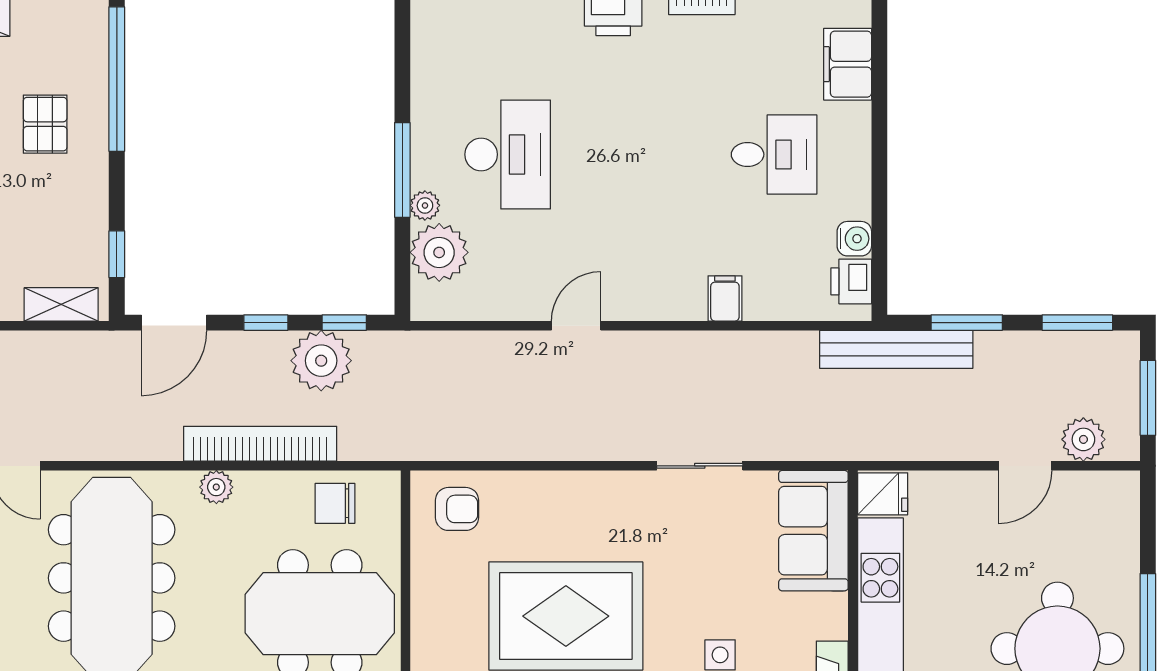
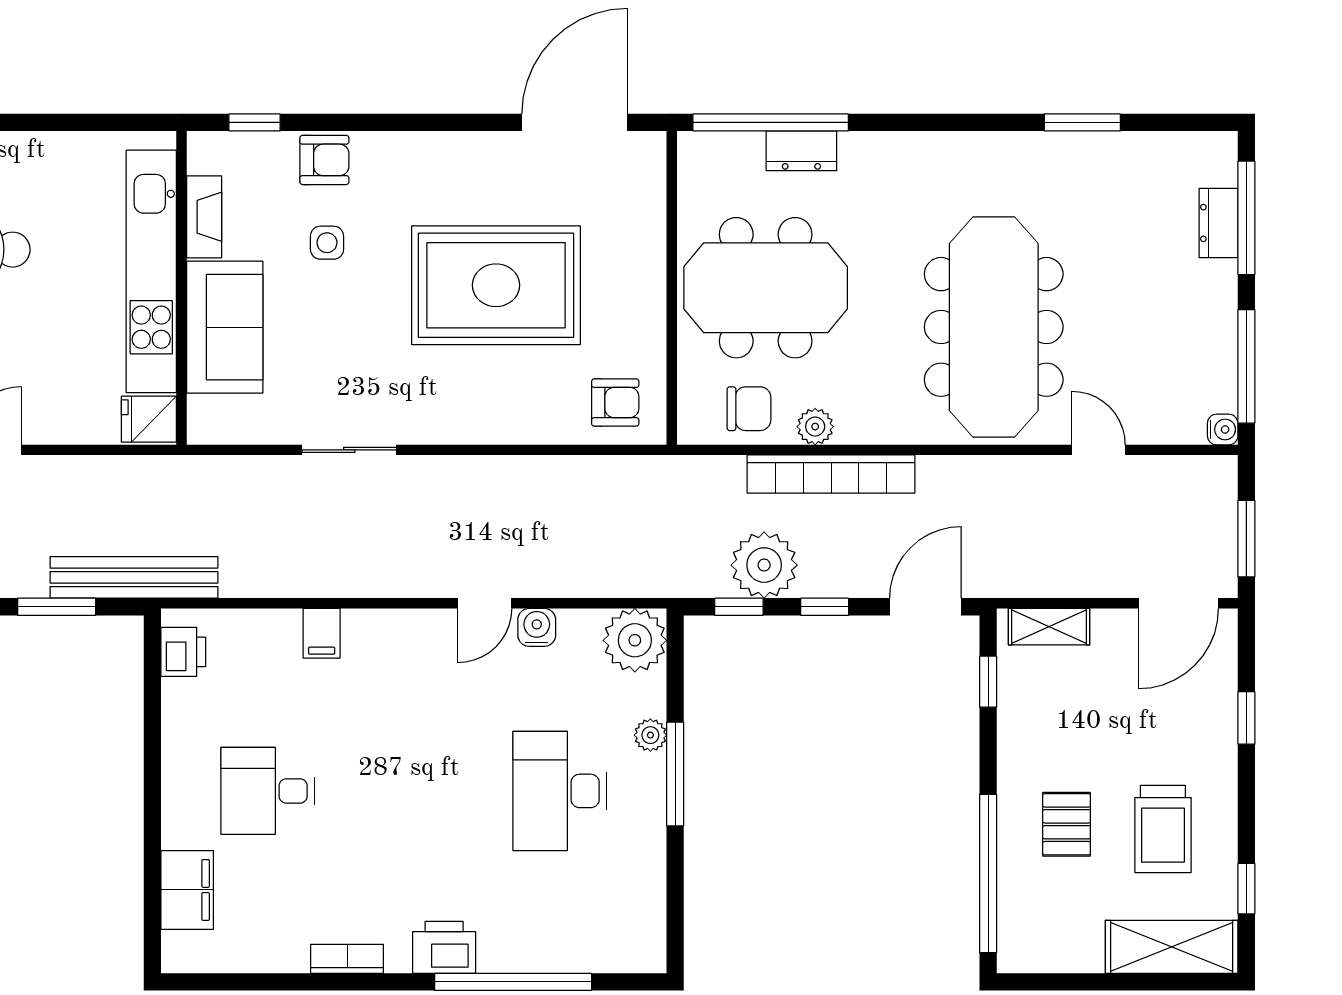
water cooler: (854, 239) -> (537, 627), moved, turned 90
plant: (439, 252) -> (635, 640), moved
plant: (216, 487) -> (815, 427), moved
armchair: (457, 509) -> (615, 403), turned 180
sofa: (813, 531) -> (225, 327), moved

